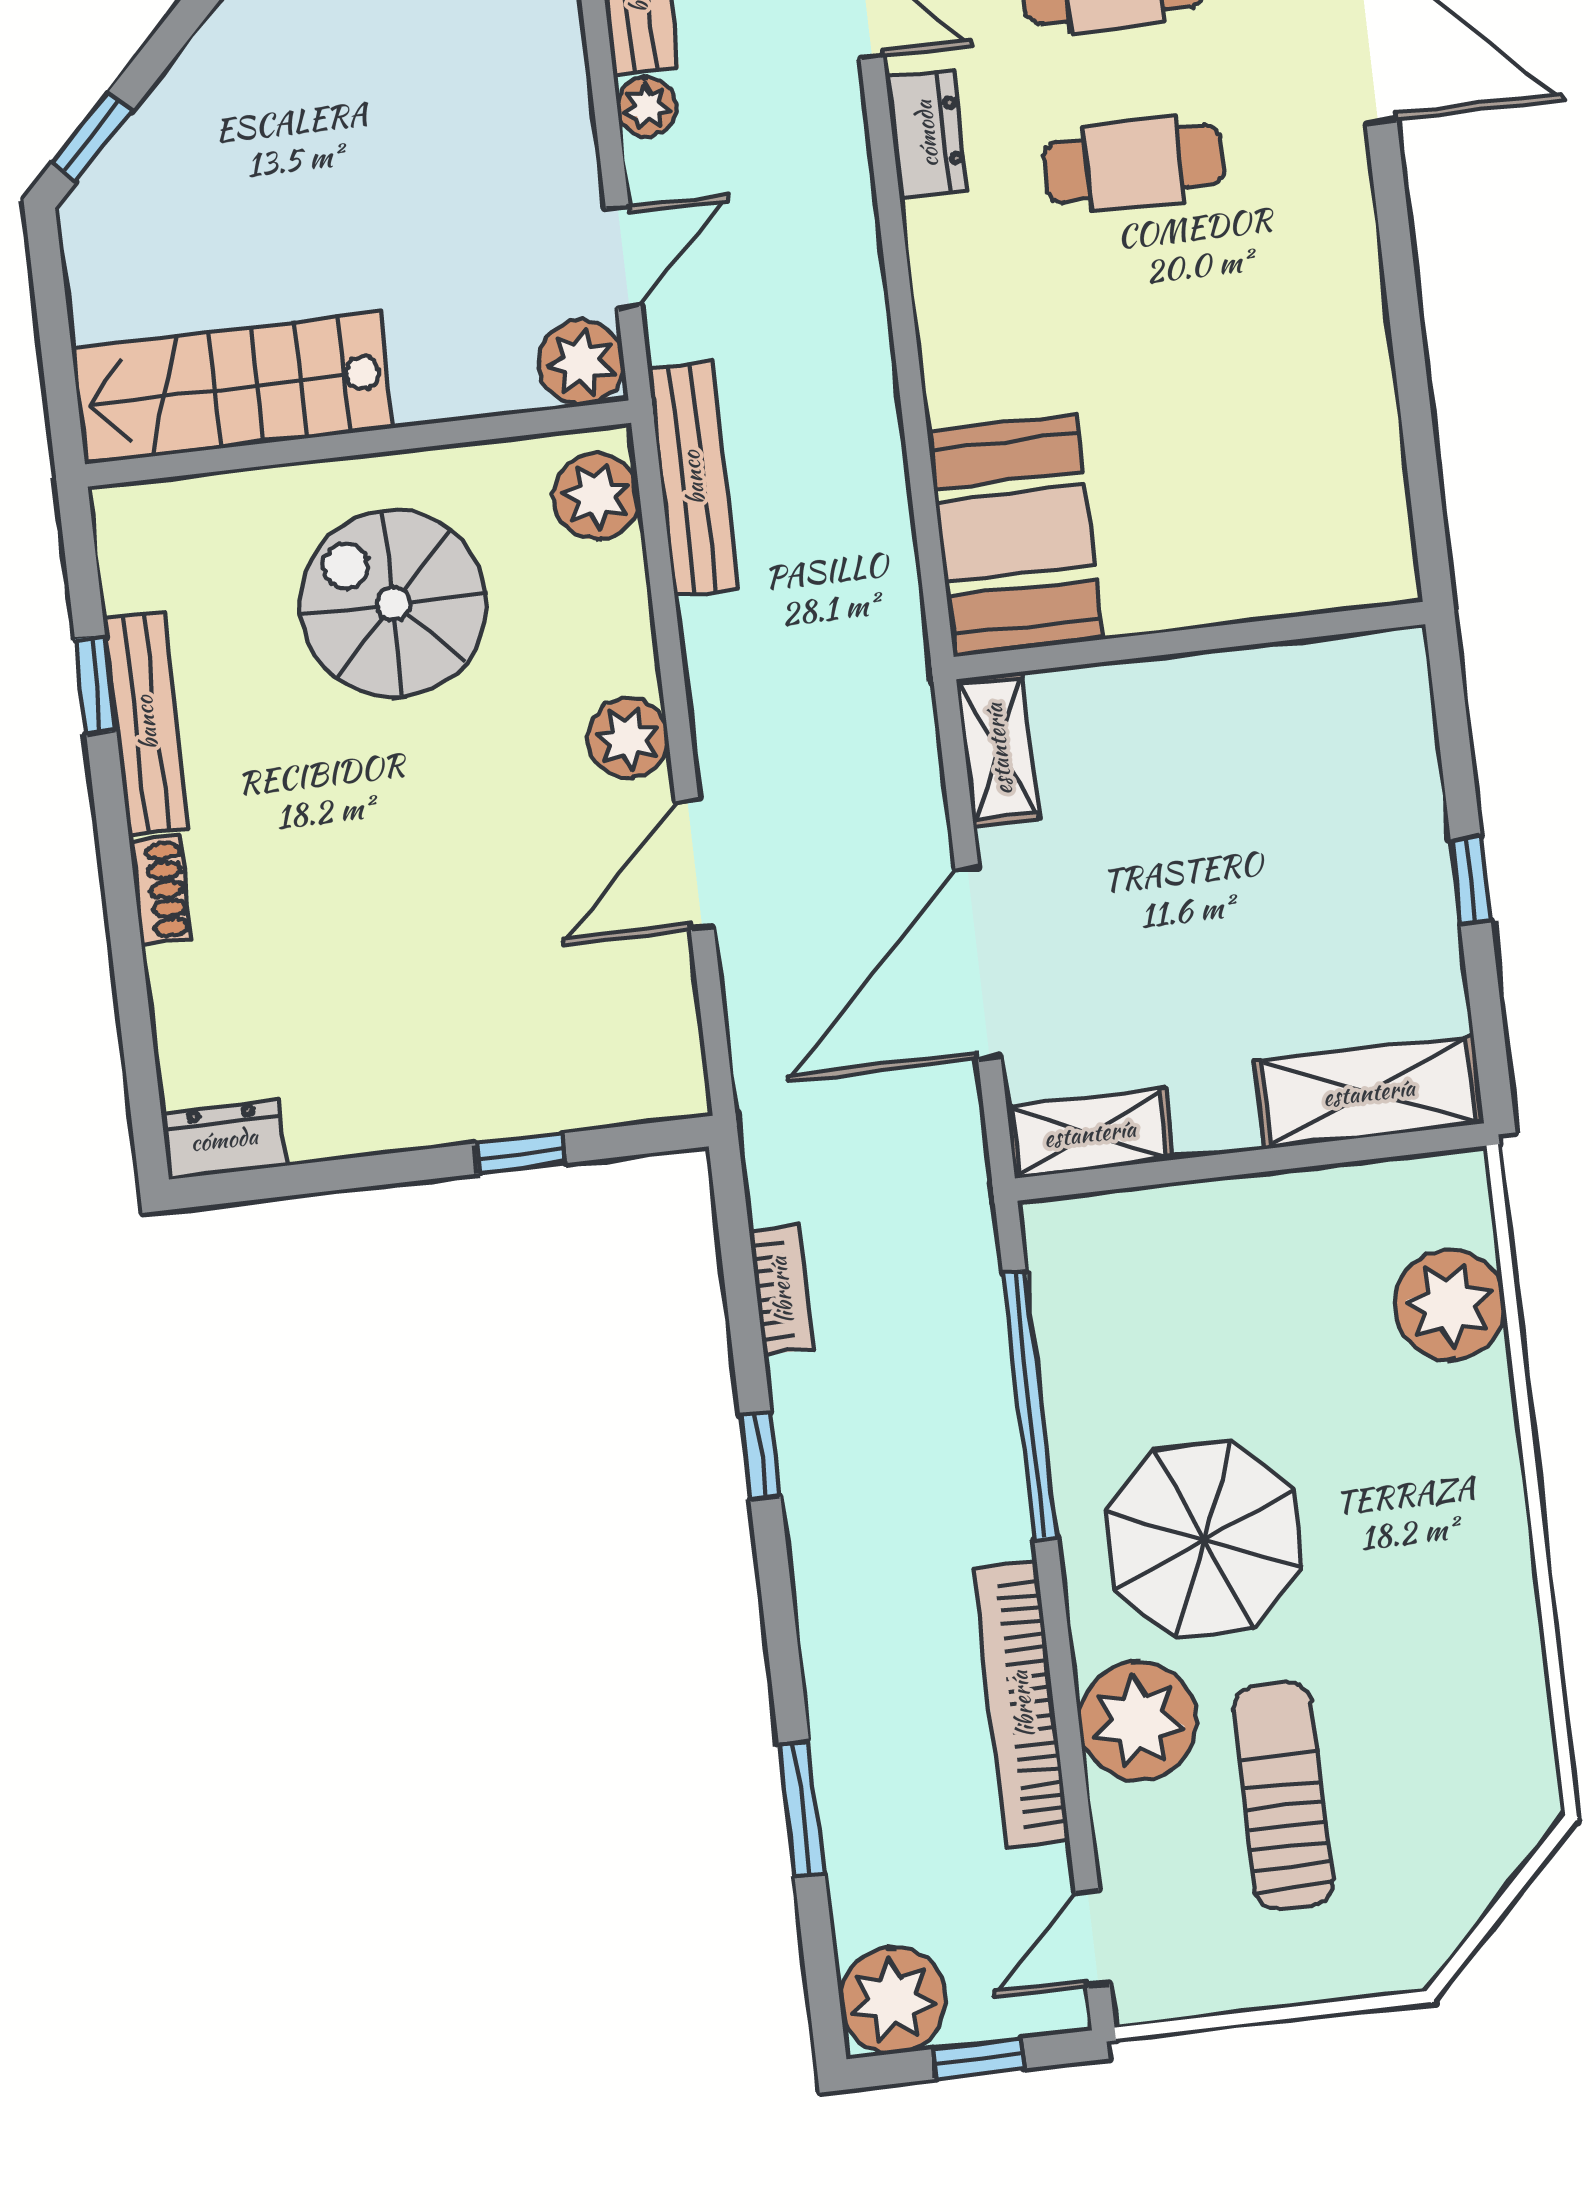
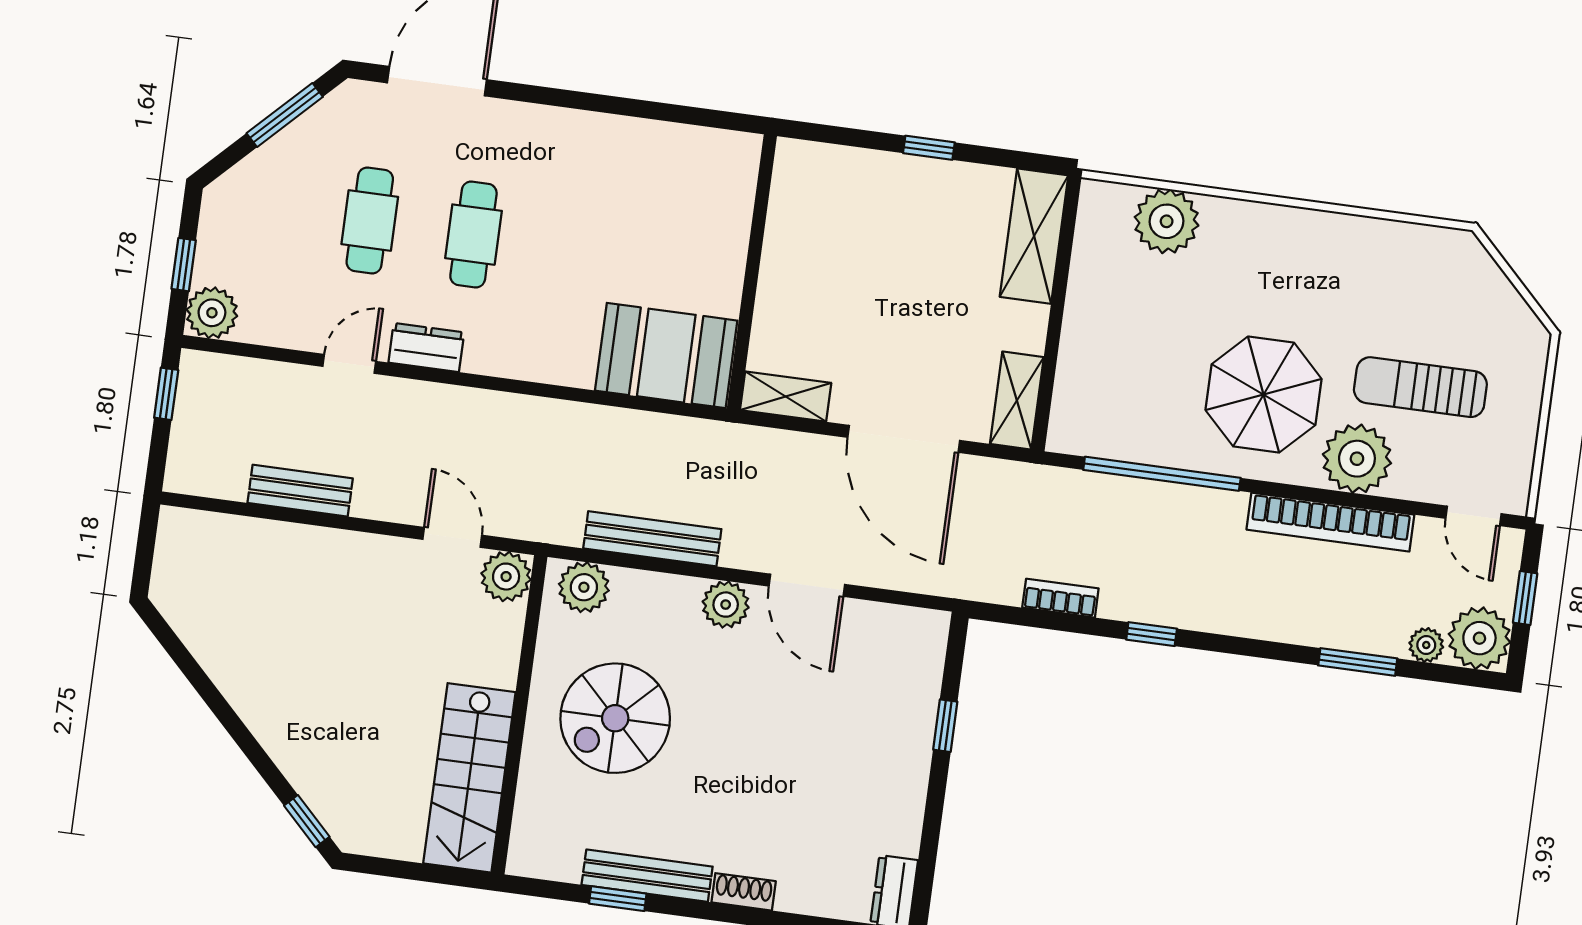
plant: (647, 107) -> (1426, 645), moved
bench: (693, 478) -> (652, 539), moved

